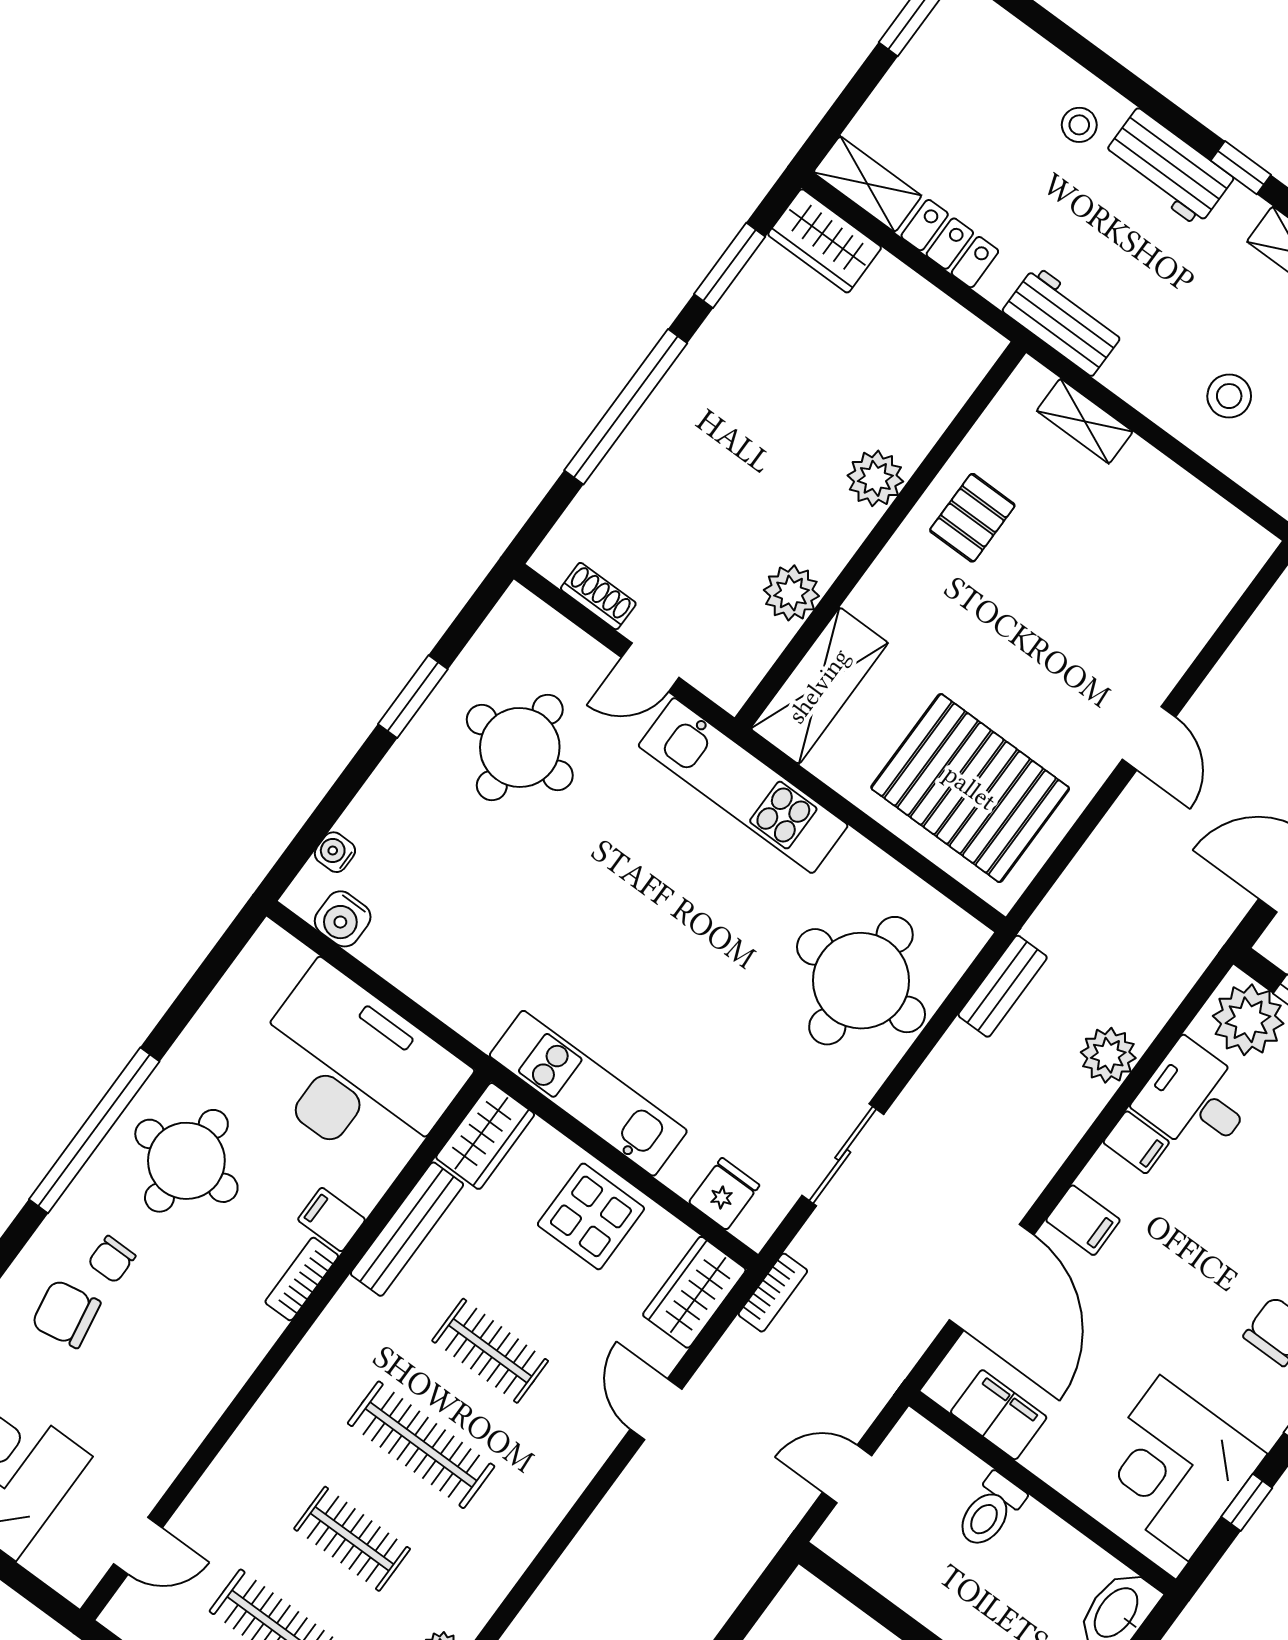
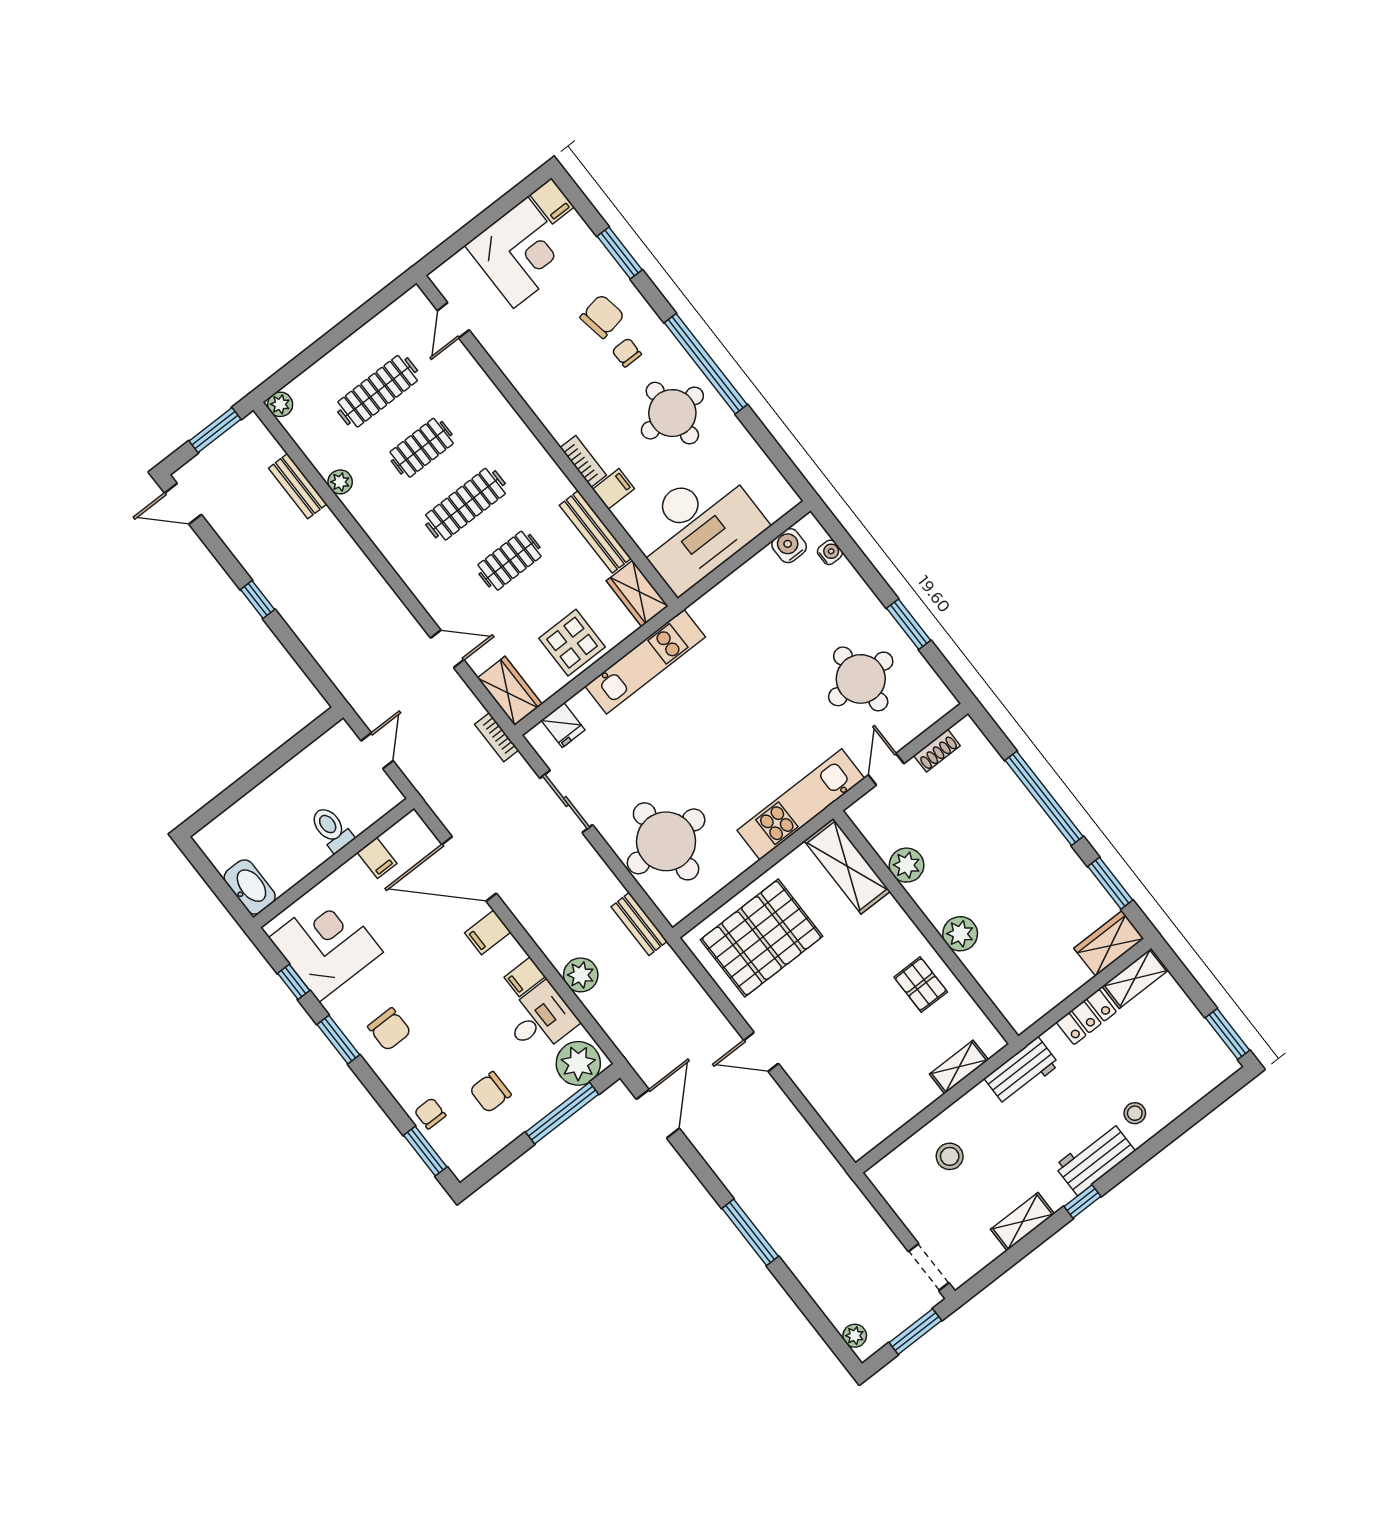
filing cabinet: (999, 1415) -> (377, 858), width x0.50

